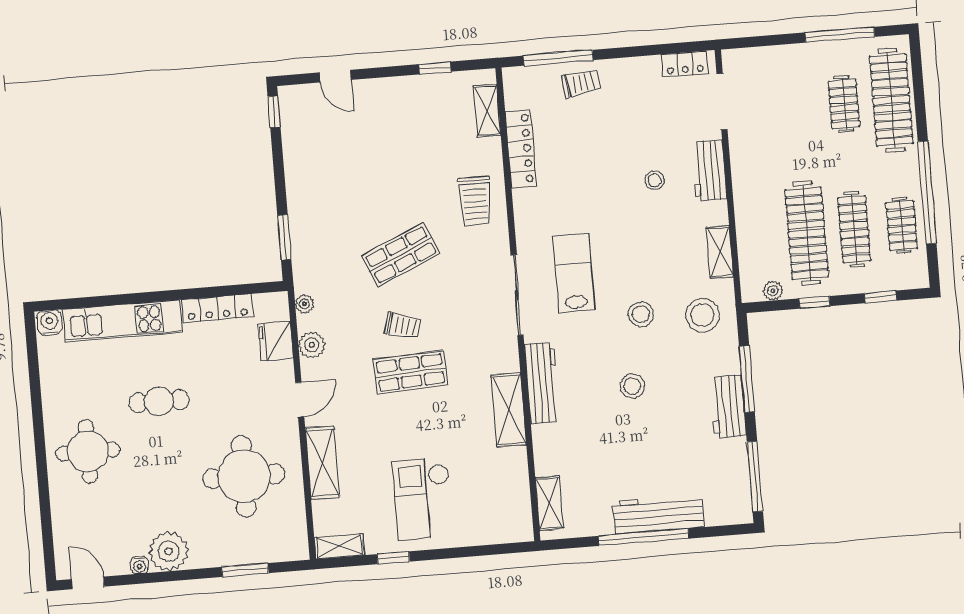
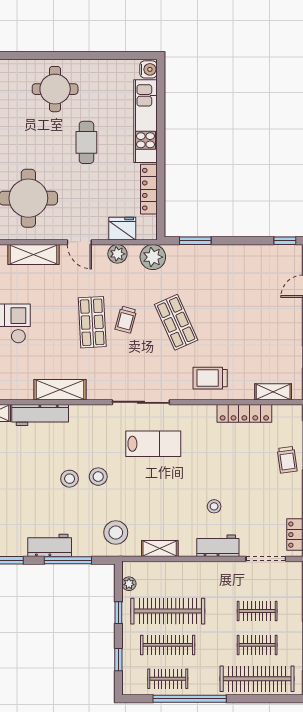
clothes rail: (796, 108) -> (257, 611), added
plant: (304, 304) -> (153, 257), width x1.87, depth x1.87
stool: (641, 314) -> (98, 477), moved
workbench: (542, 383) -> (40, 415), moved

